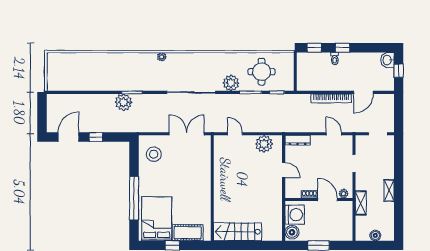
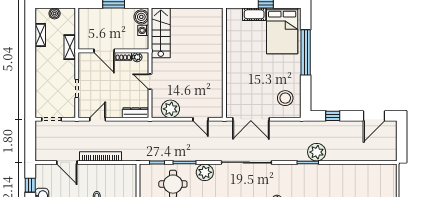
door: (363, 92) -> (67, 162), swing flipped
door: (334, 134) -> (98, 119), swing flipped
window: (96, 137) -> (333, 116), moved
shelving: (389, 190) -> (40, 35), moved
plant: (344, 194) -> (137, 57), moved
washing machine: (295, 215) -> (143, 30), width x0.53, depth x0.53
stairs: (238, 232) -> (161, 33), moved, turned -90
cot: (188, 233) -> (254, 14), width x0.73, depth x0.75

